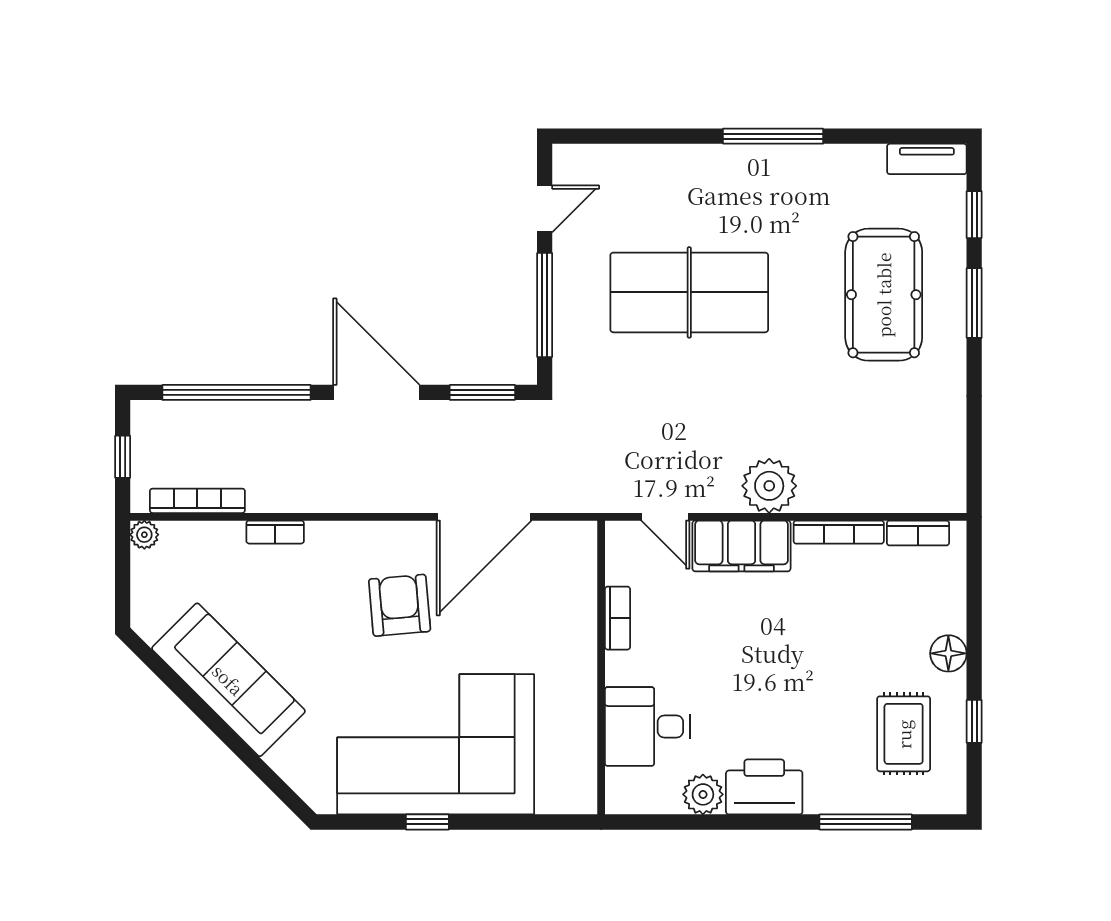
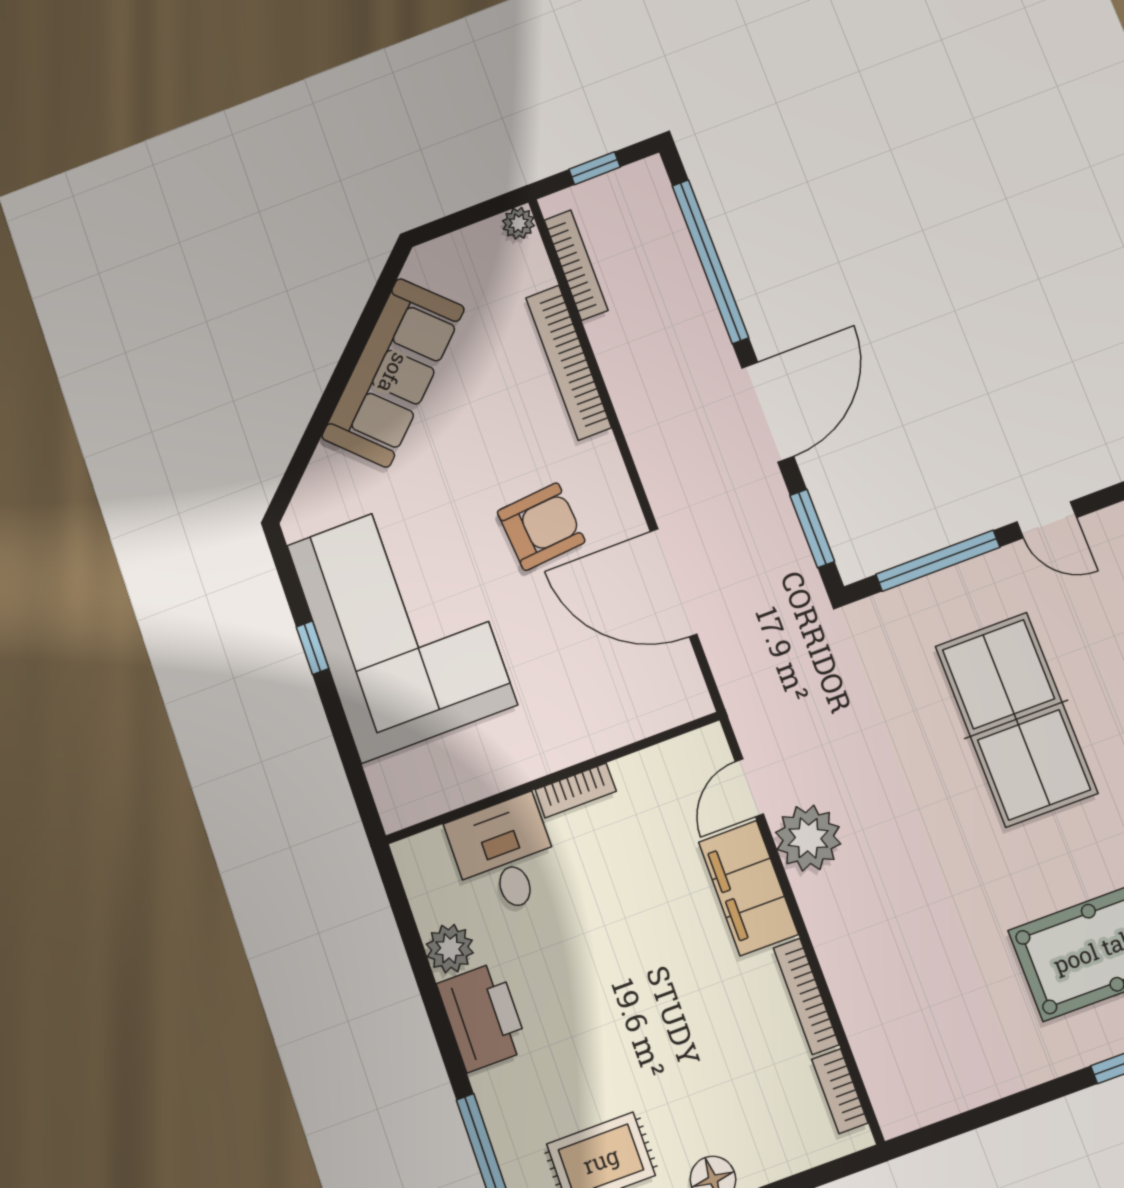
plant: (769, 486) -> (808, 838), moved
bookcase: (275, 532) -> (569, 363), width x2.31, depth x1.31
bookcase: (618, 618) -> (576, 790), moved

